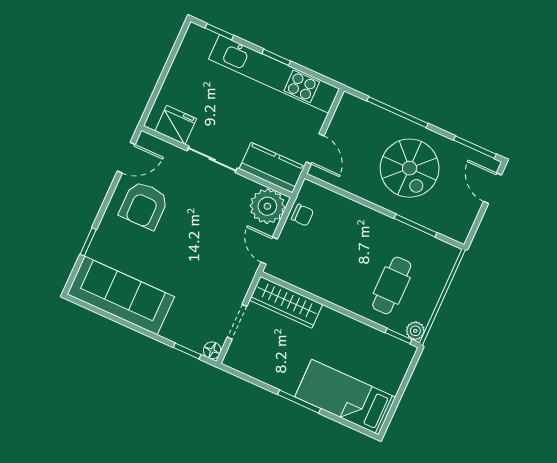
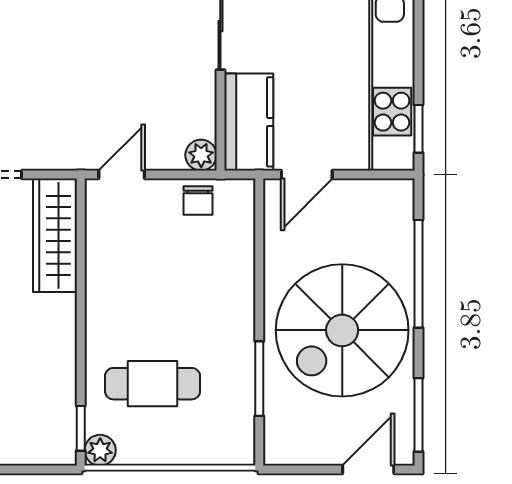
window: (276, 57) -> (419, 129), moved
spiral stairs: (410, 168) -> (342, 330), width x1.37, depth x1.37
plant: (267, 206) -> (201, 155), width x0.53, depth x0.53

